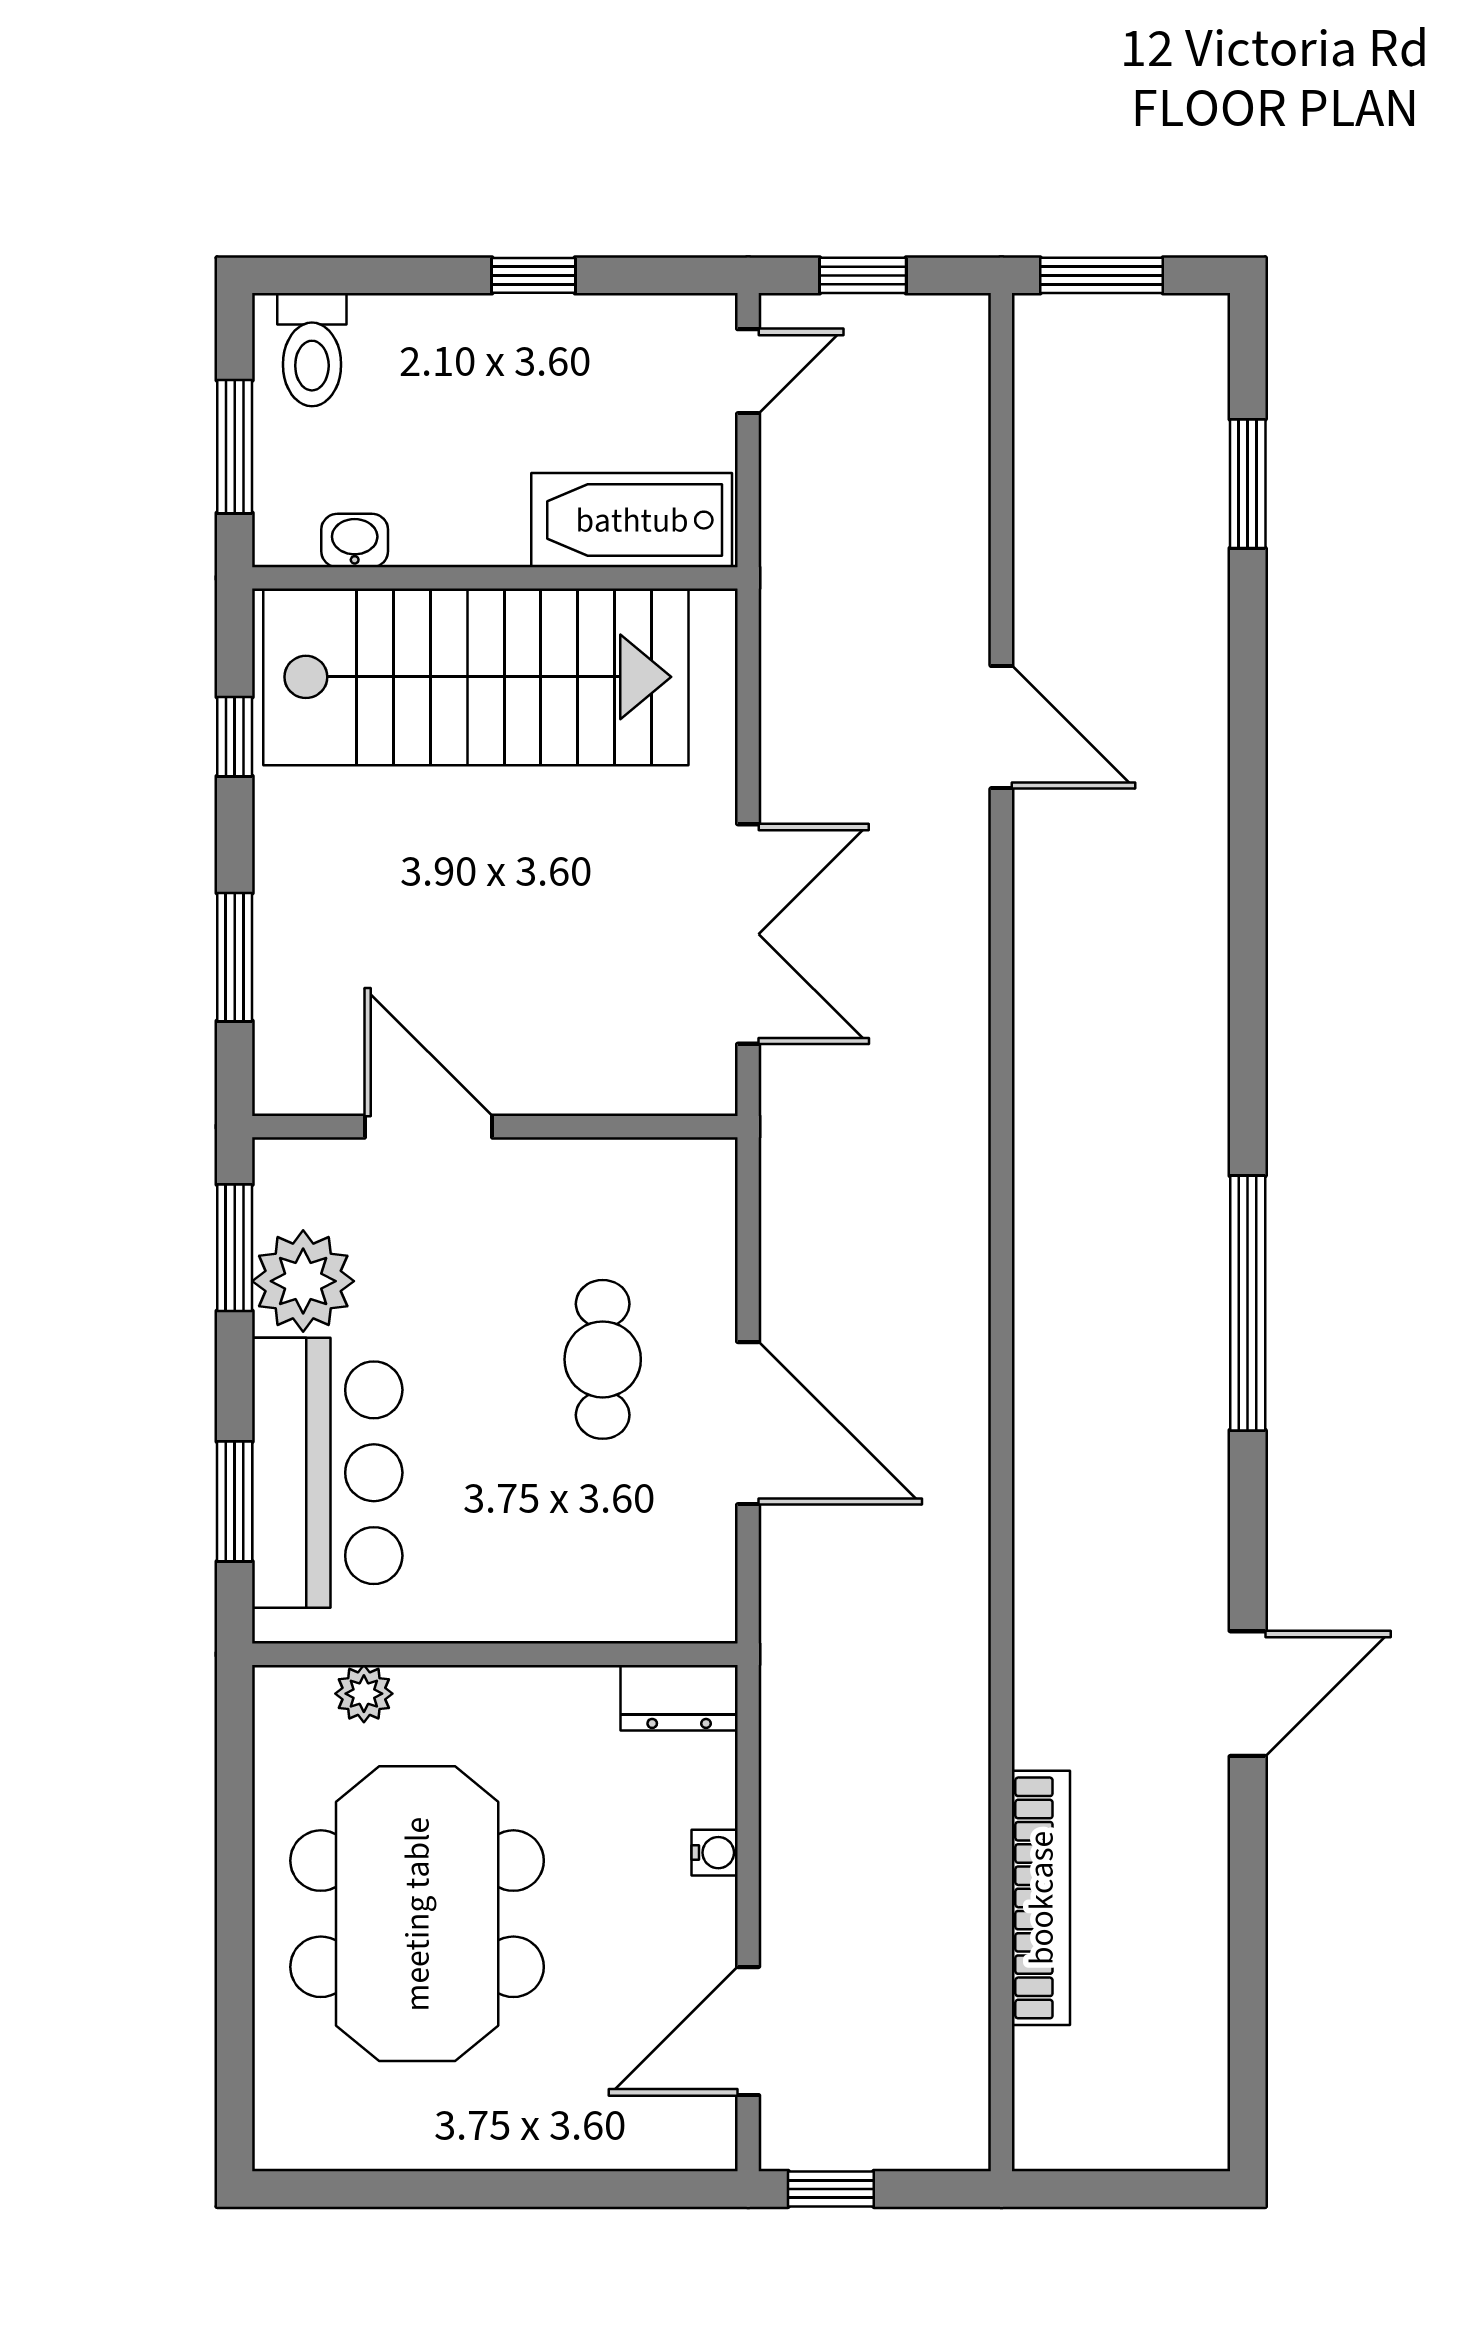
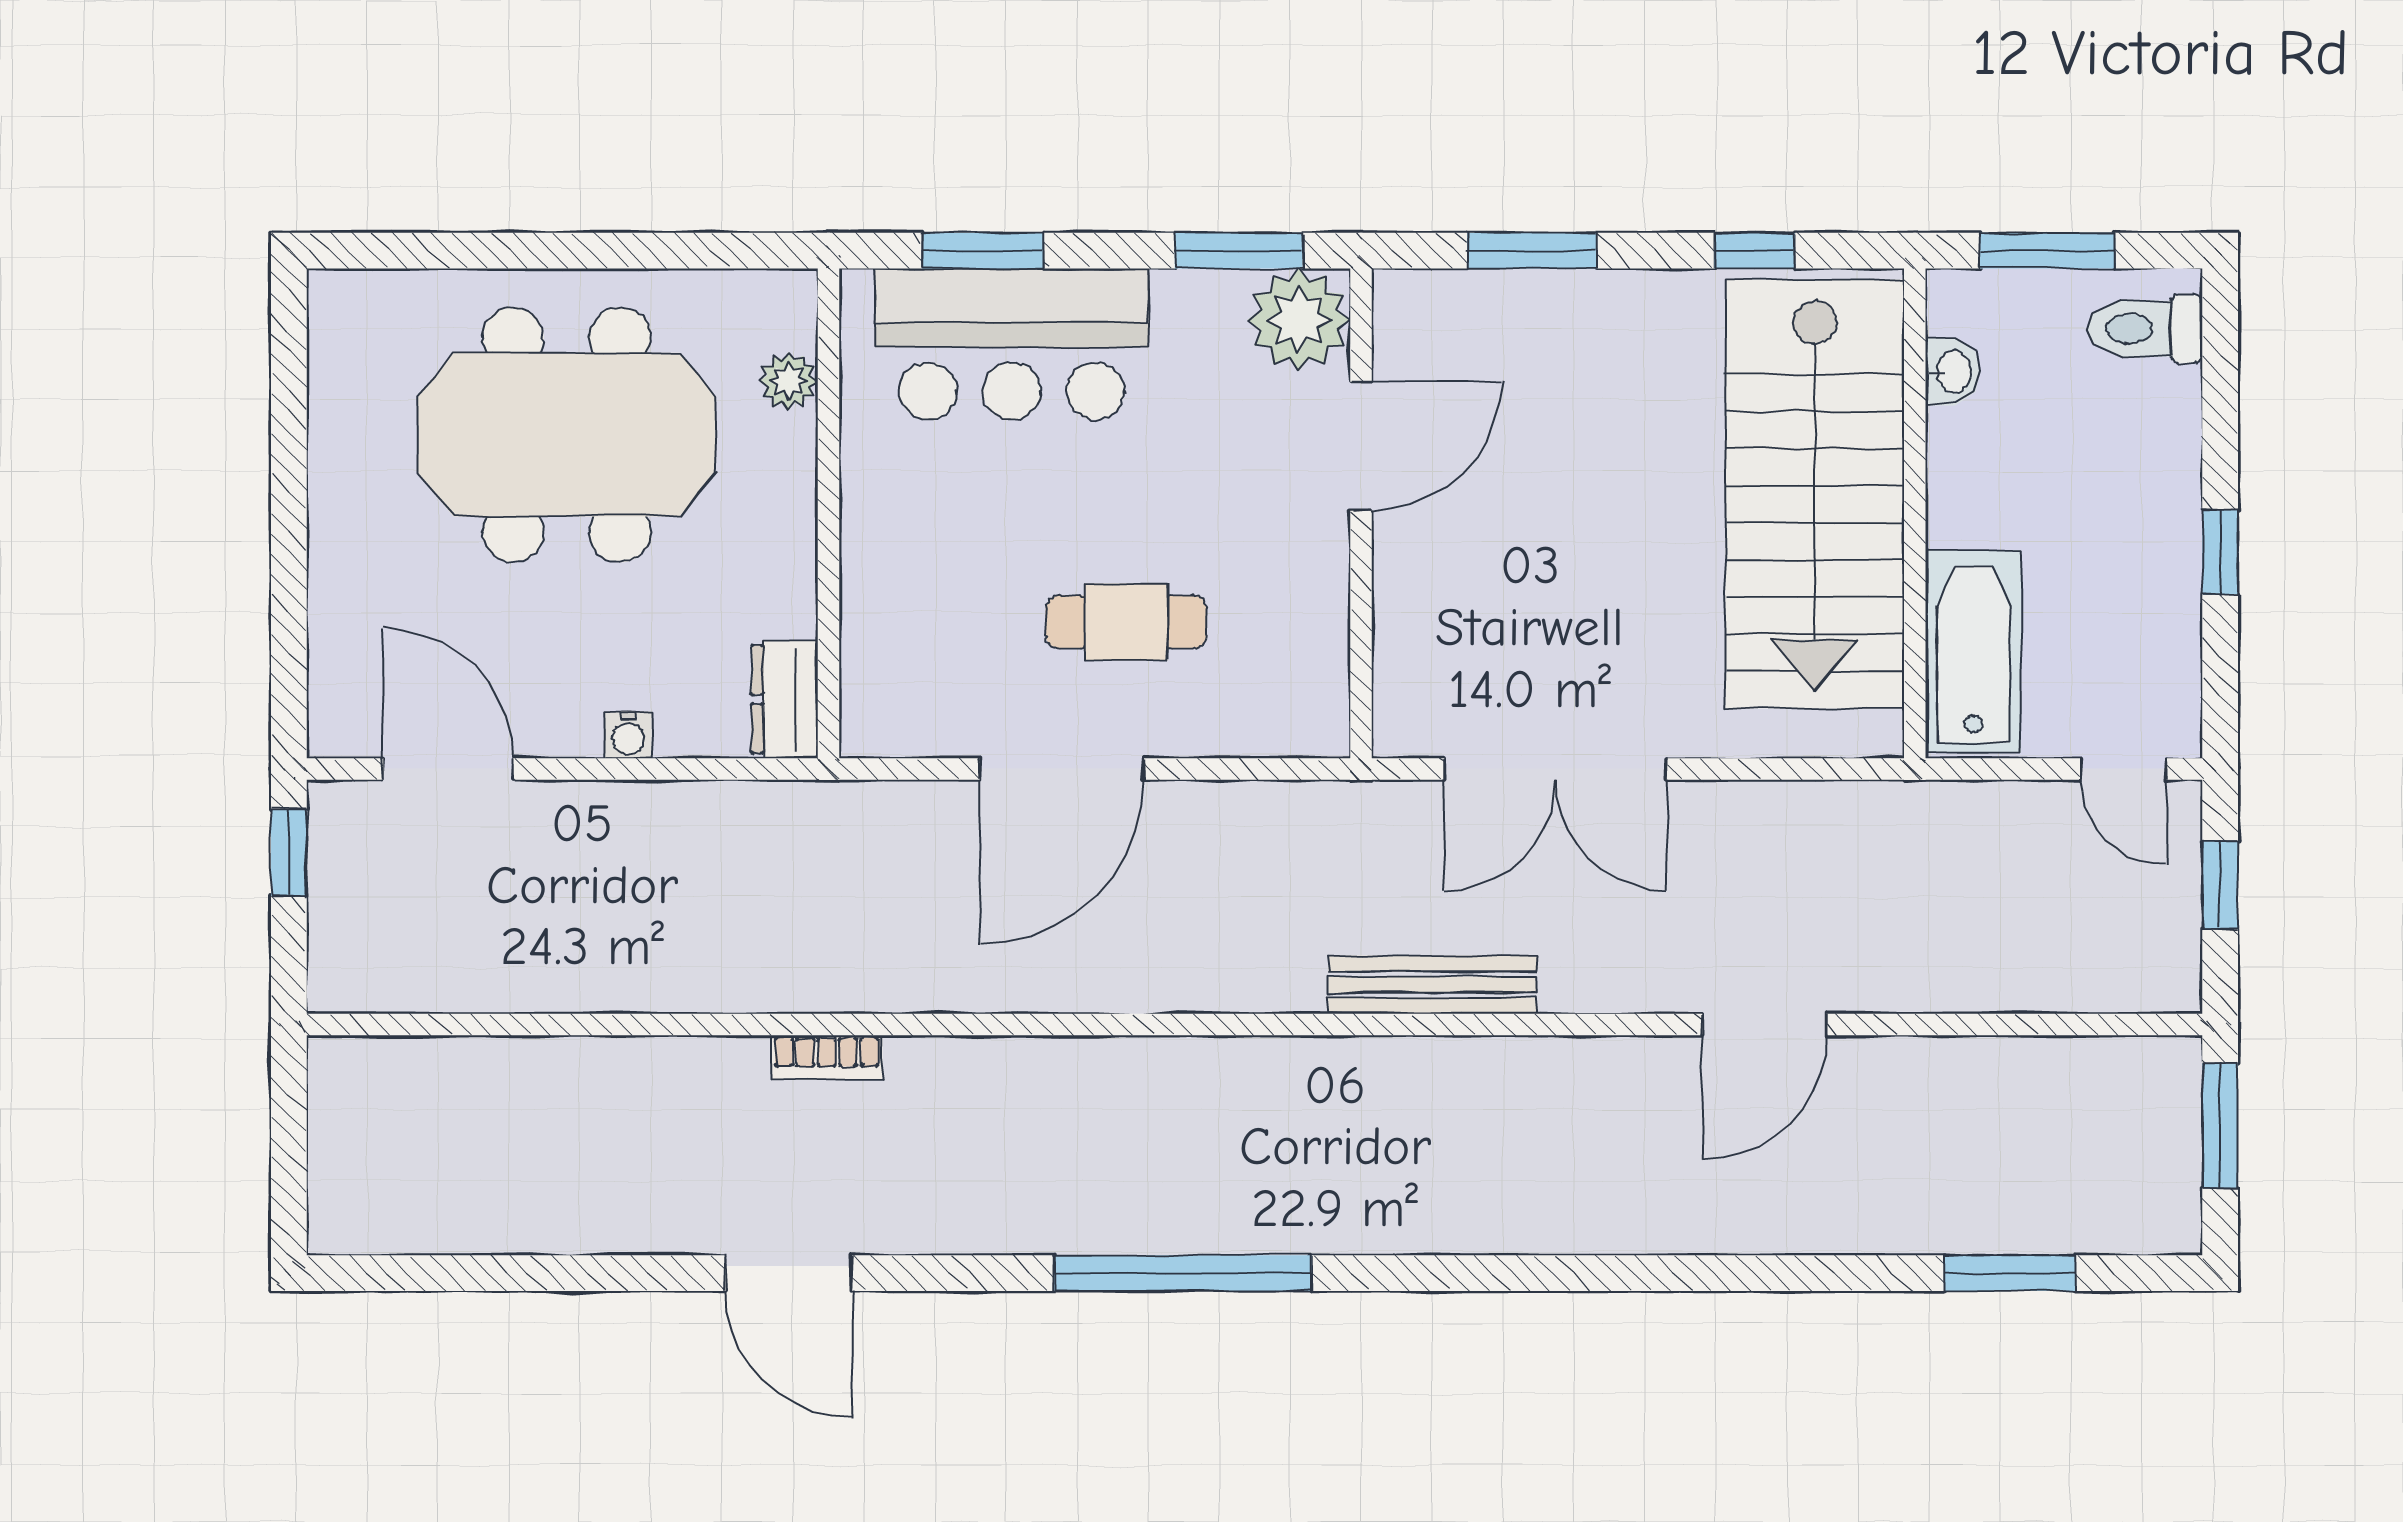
bench: (962, 1056) -> (1433, 985), added
plant: (303, 1281) -> (1299, 320), moved
bookcase: (1041, 1898) -> (827, 1057), moved, width x0.43, depth x0.76

